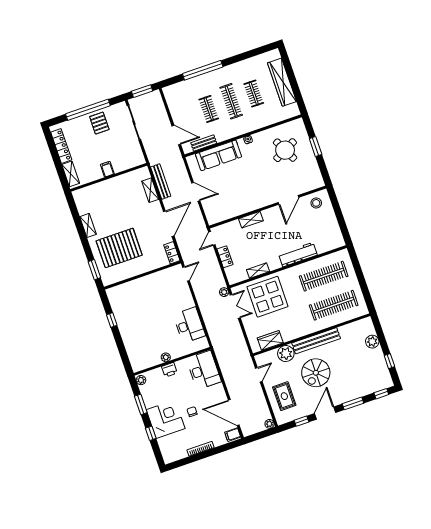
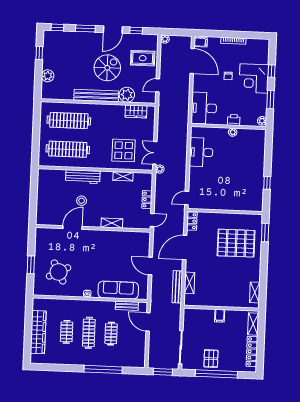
stool: (316, 203) -> (82, 201), moved
shelving: (88, 225) -> (255, 292), moved
display table: (267, 297) -> (124, 150), width x0.73, depth x0.73
rug: (284, 396) -> (143, 58), turned 90

